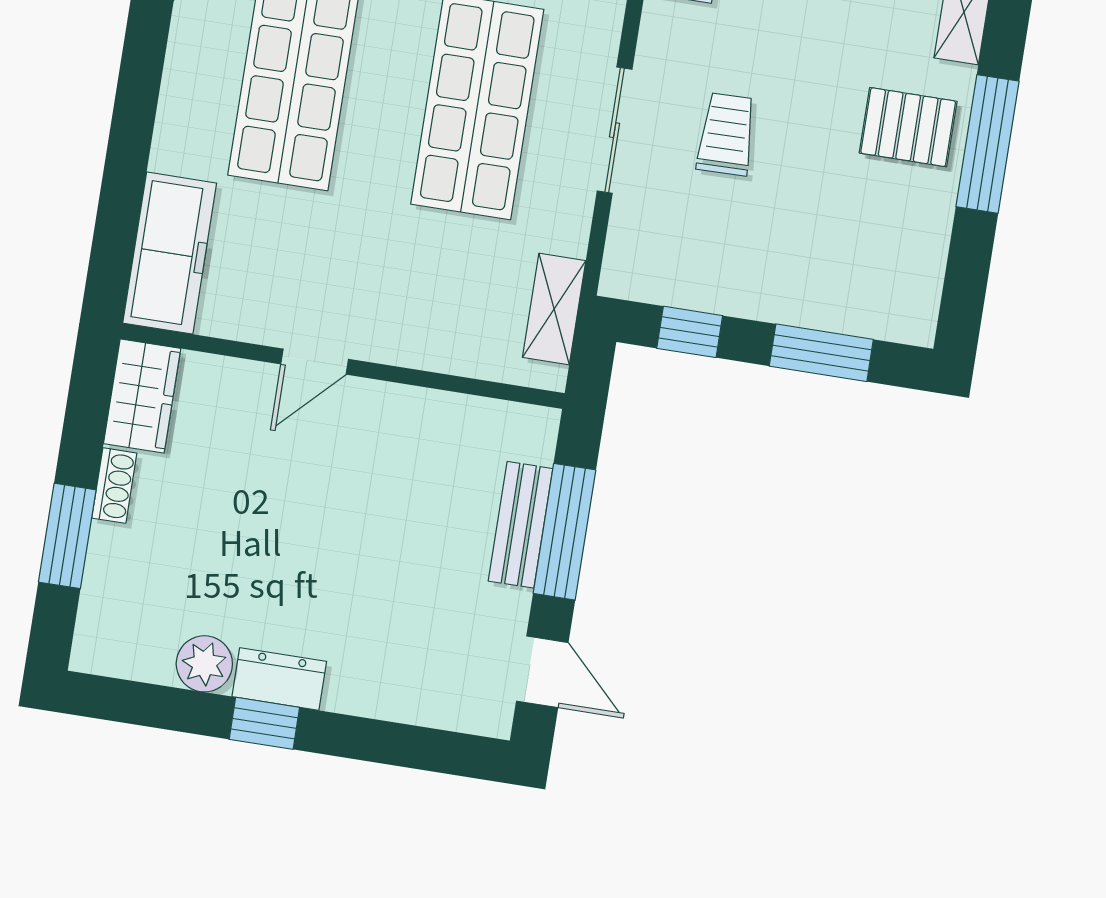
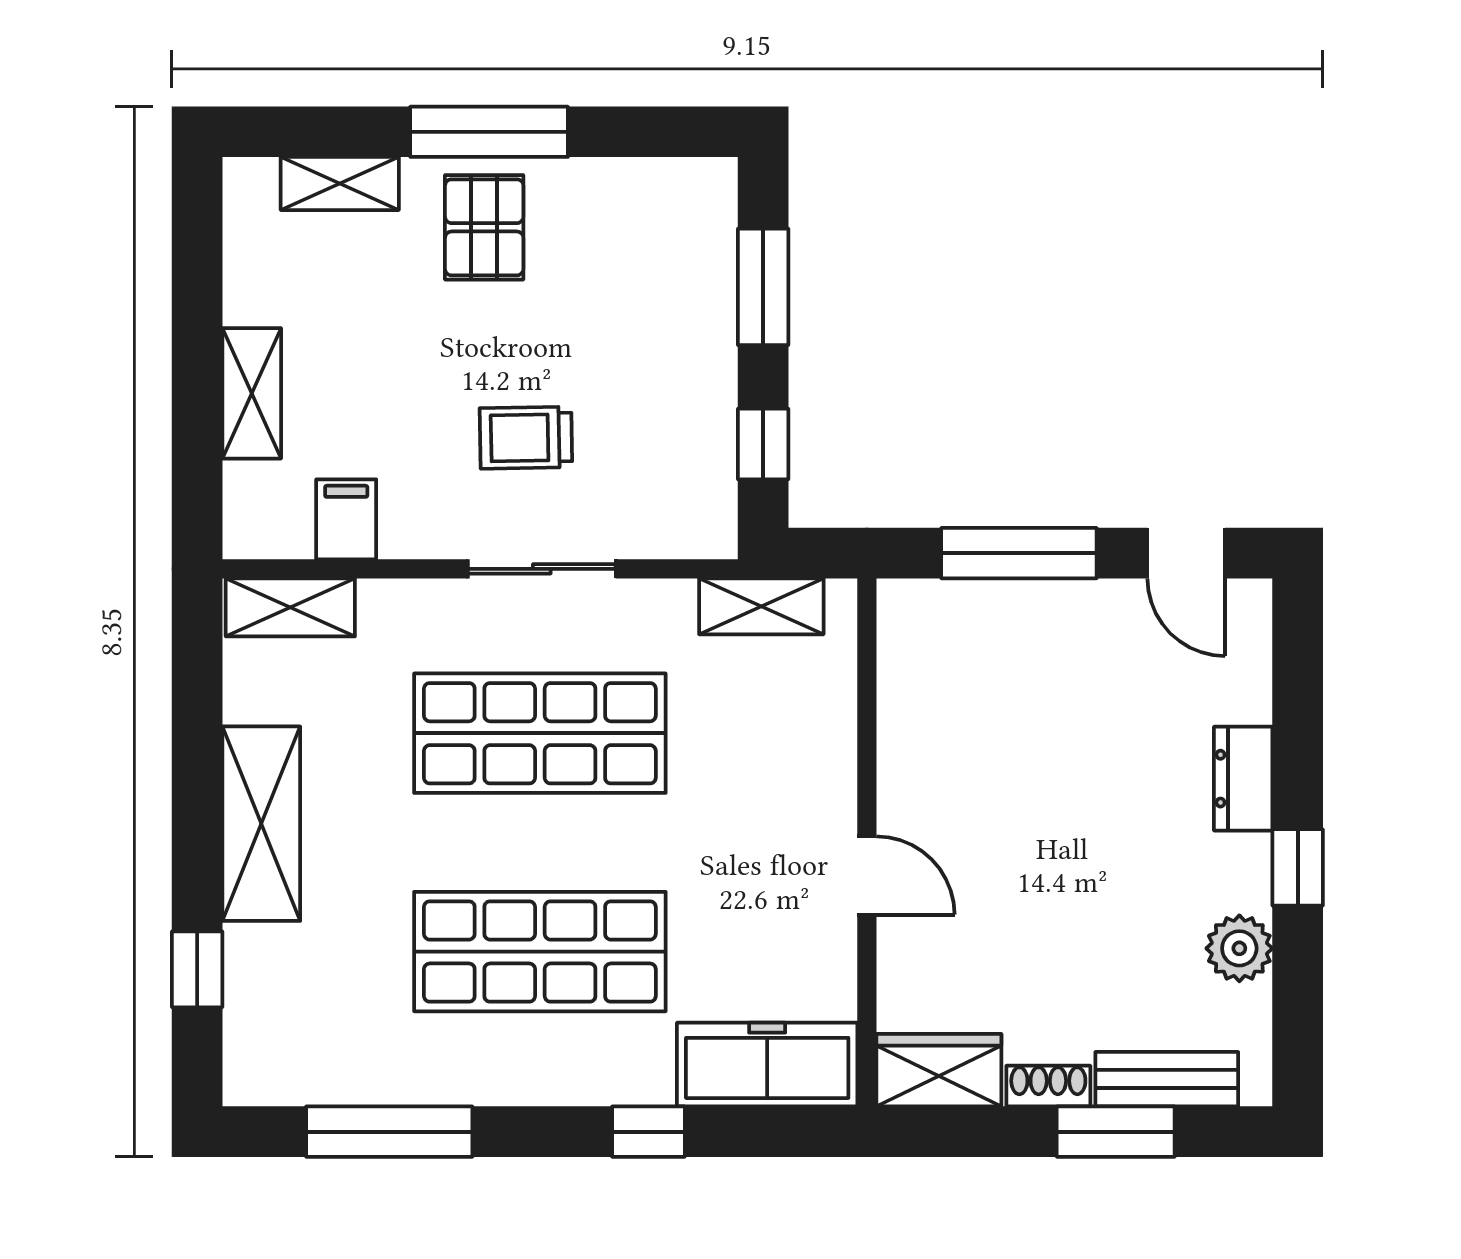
window: (129, 145) -> (648, 1132), added
bench: (521, 525) -> (1167, 1079), moved
door: (542, 672) -> (1186, 553), swing flipped
dresser: (279, 679) -> (1243, 779), moved

